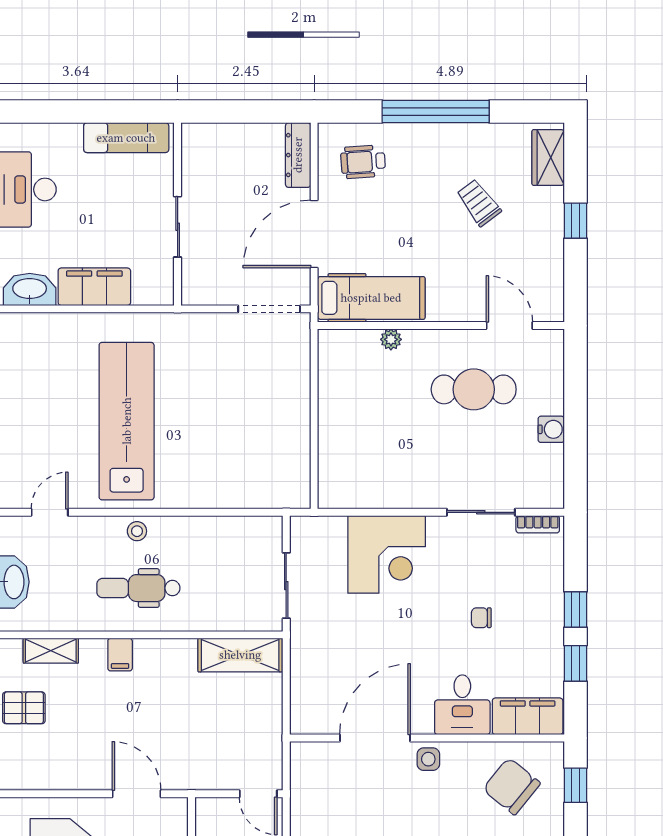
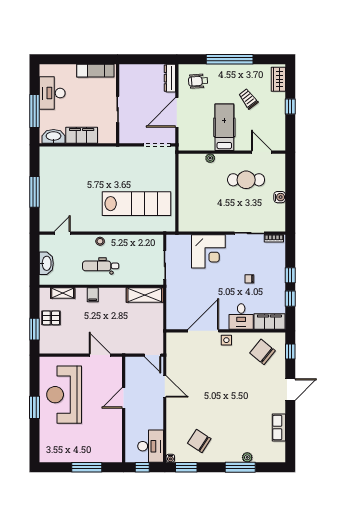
hospital bed: (371, 298) -> (224, 127), moved, turned -90
lab bench: (127, 421) -> (137, 204), moved, turned 90

